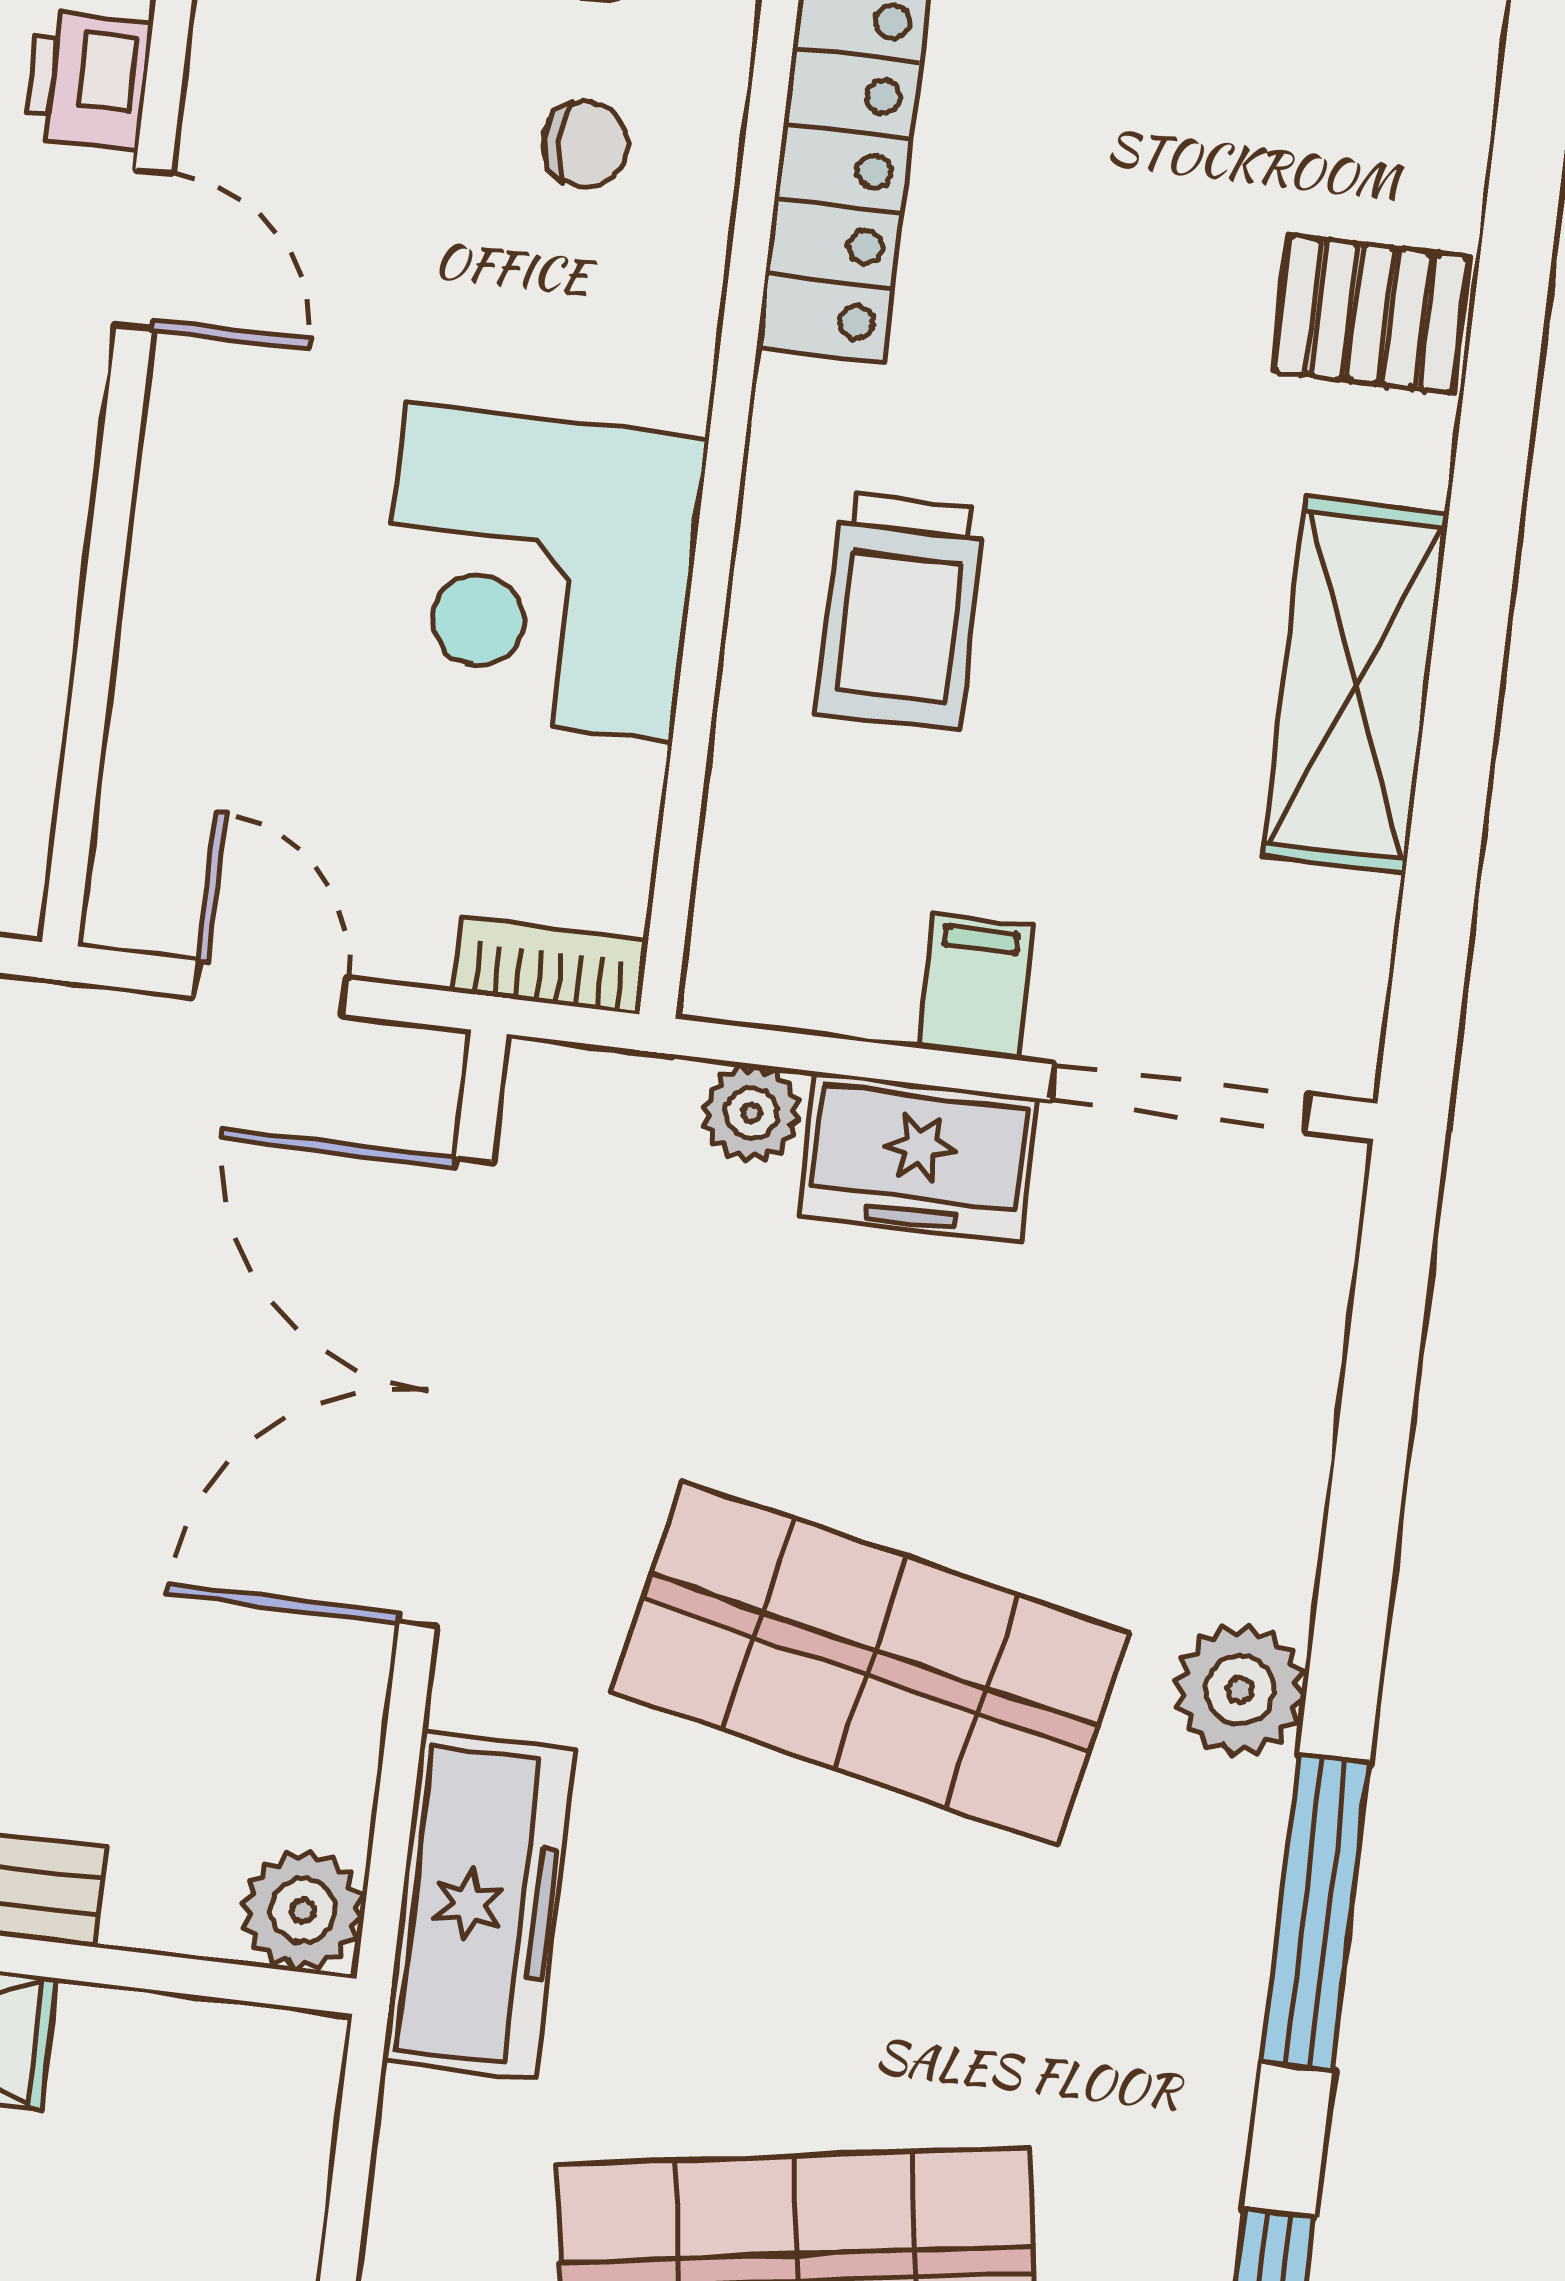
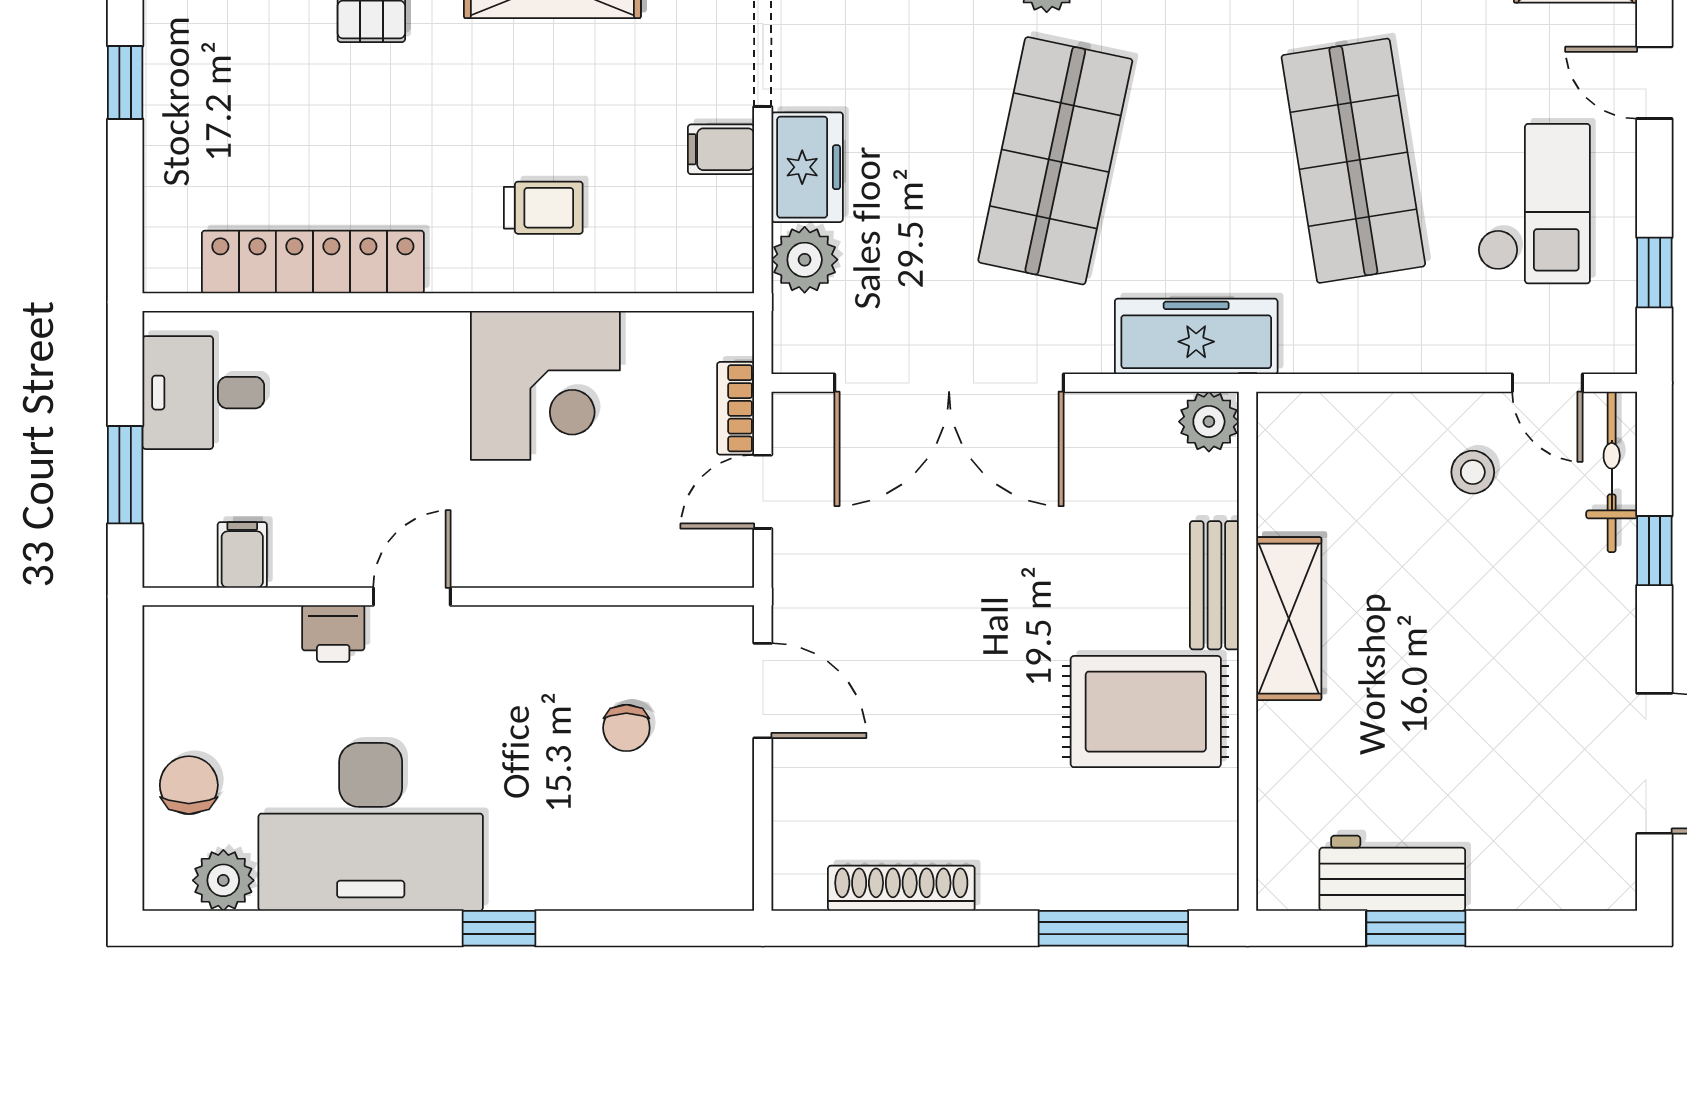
chair: (585, 144) -> (335, 388), removed
trolley: (901, 612) -> (543, 208), width x0.73, depth x0.72
bookcase: (550, 965) -> (736, 408), moved
plant: (751, 1113) -> (805, 260), width x1.38, depth x1.38

